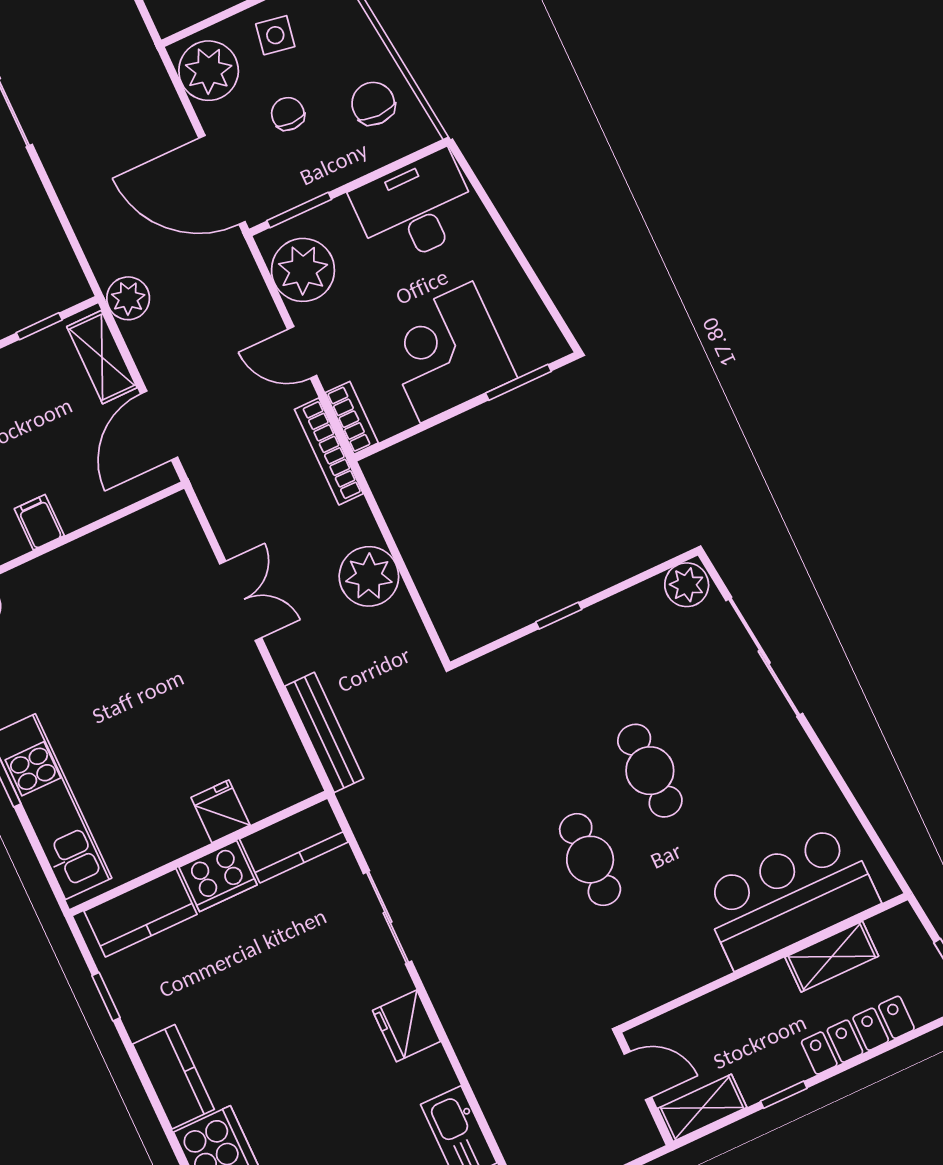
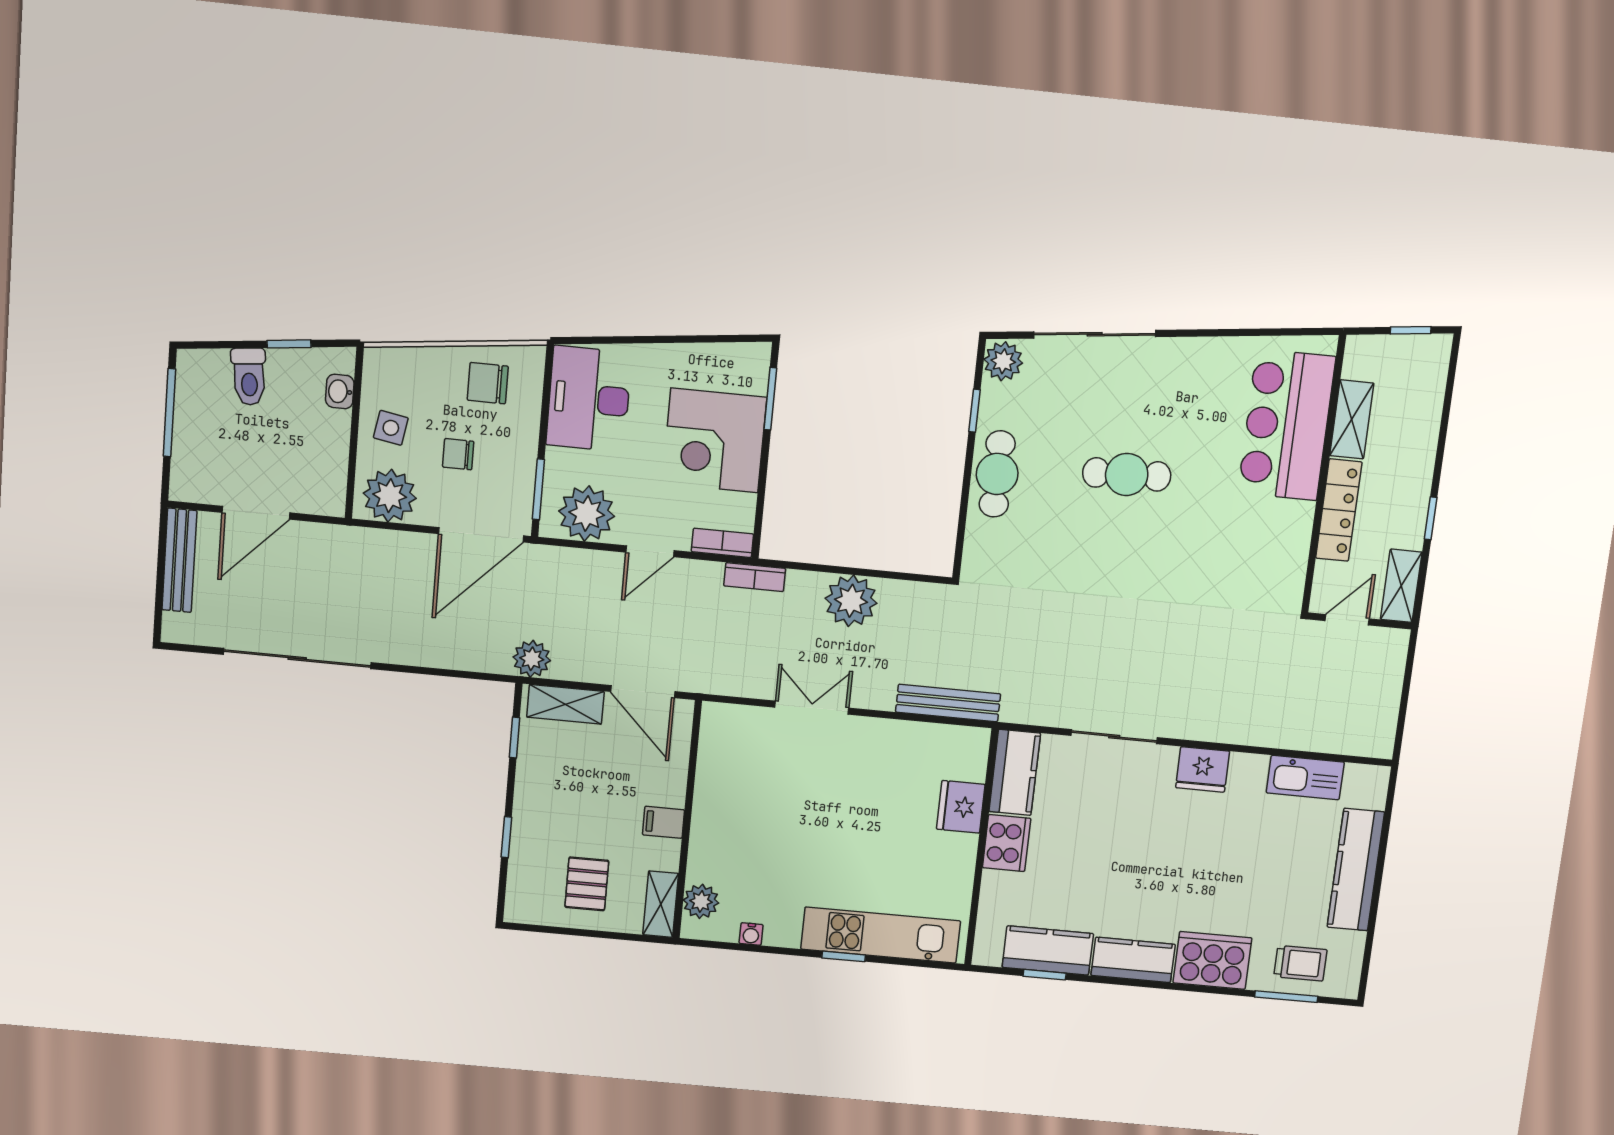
bookcase: (329, 451) -> (755, 577), width x0.64
window: (559, 616) -> (974, 411), moved
fridge: (220, 811) -> (961, 807), width x1.38
cafe table: (590, 860) -> (997, 474), moved, turned 90
kitchen counter: (141, 913) -> (1048, 950), moved, turned -90
locker: (858, 1035) -> (1339, 510), moved, turned 180

